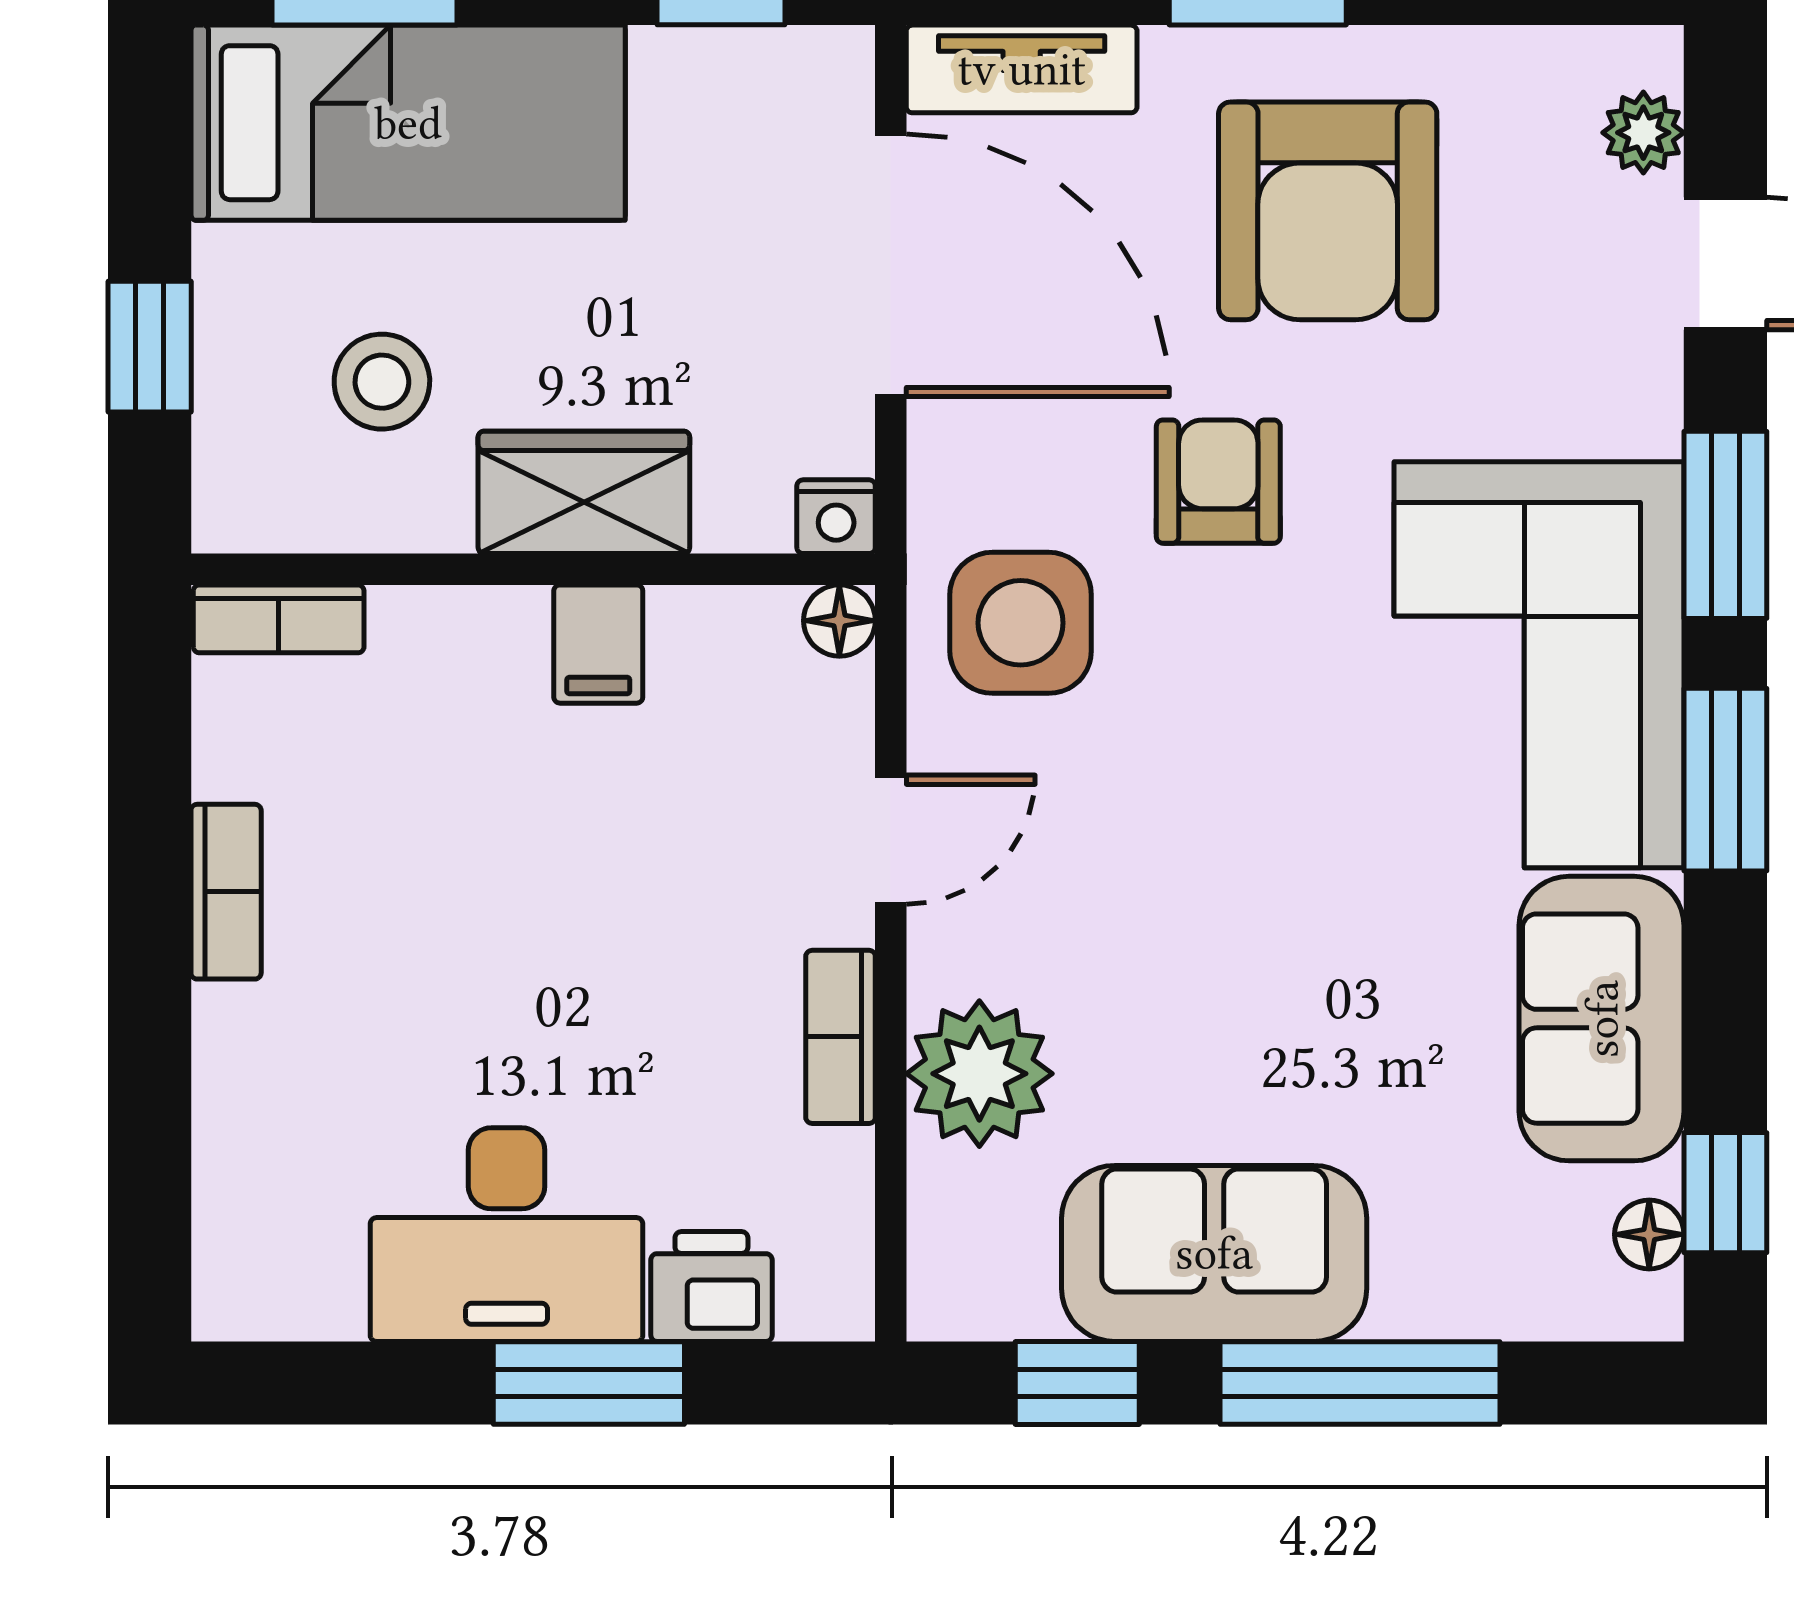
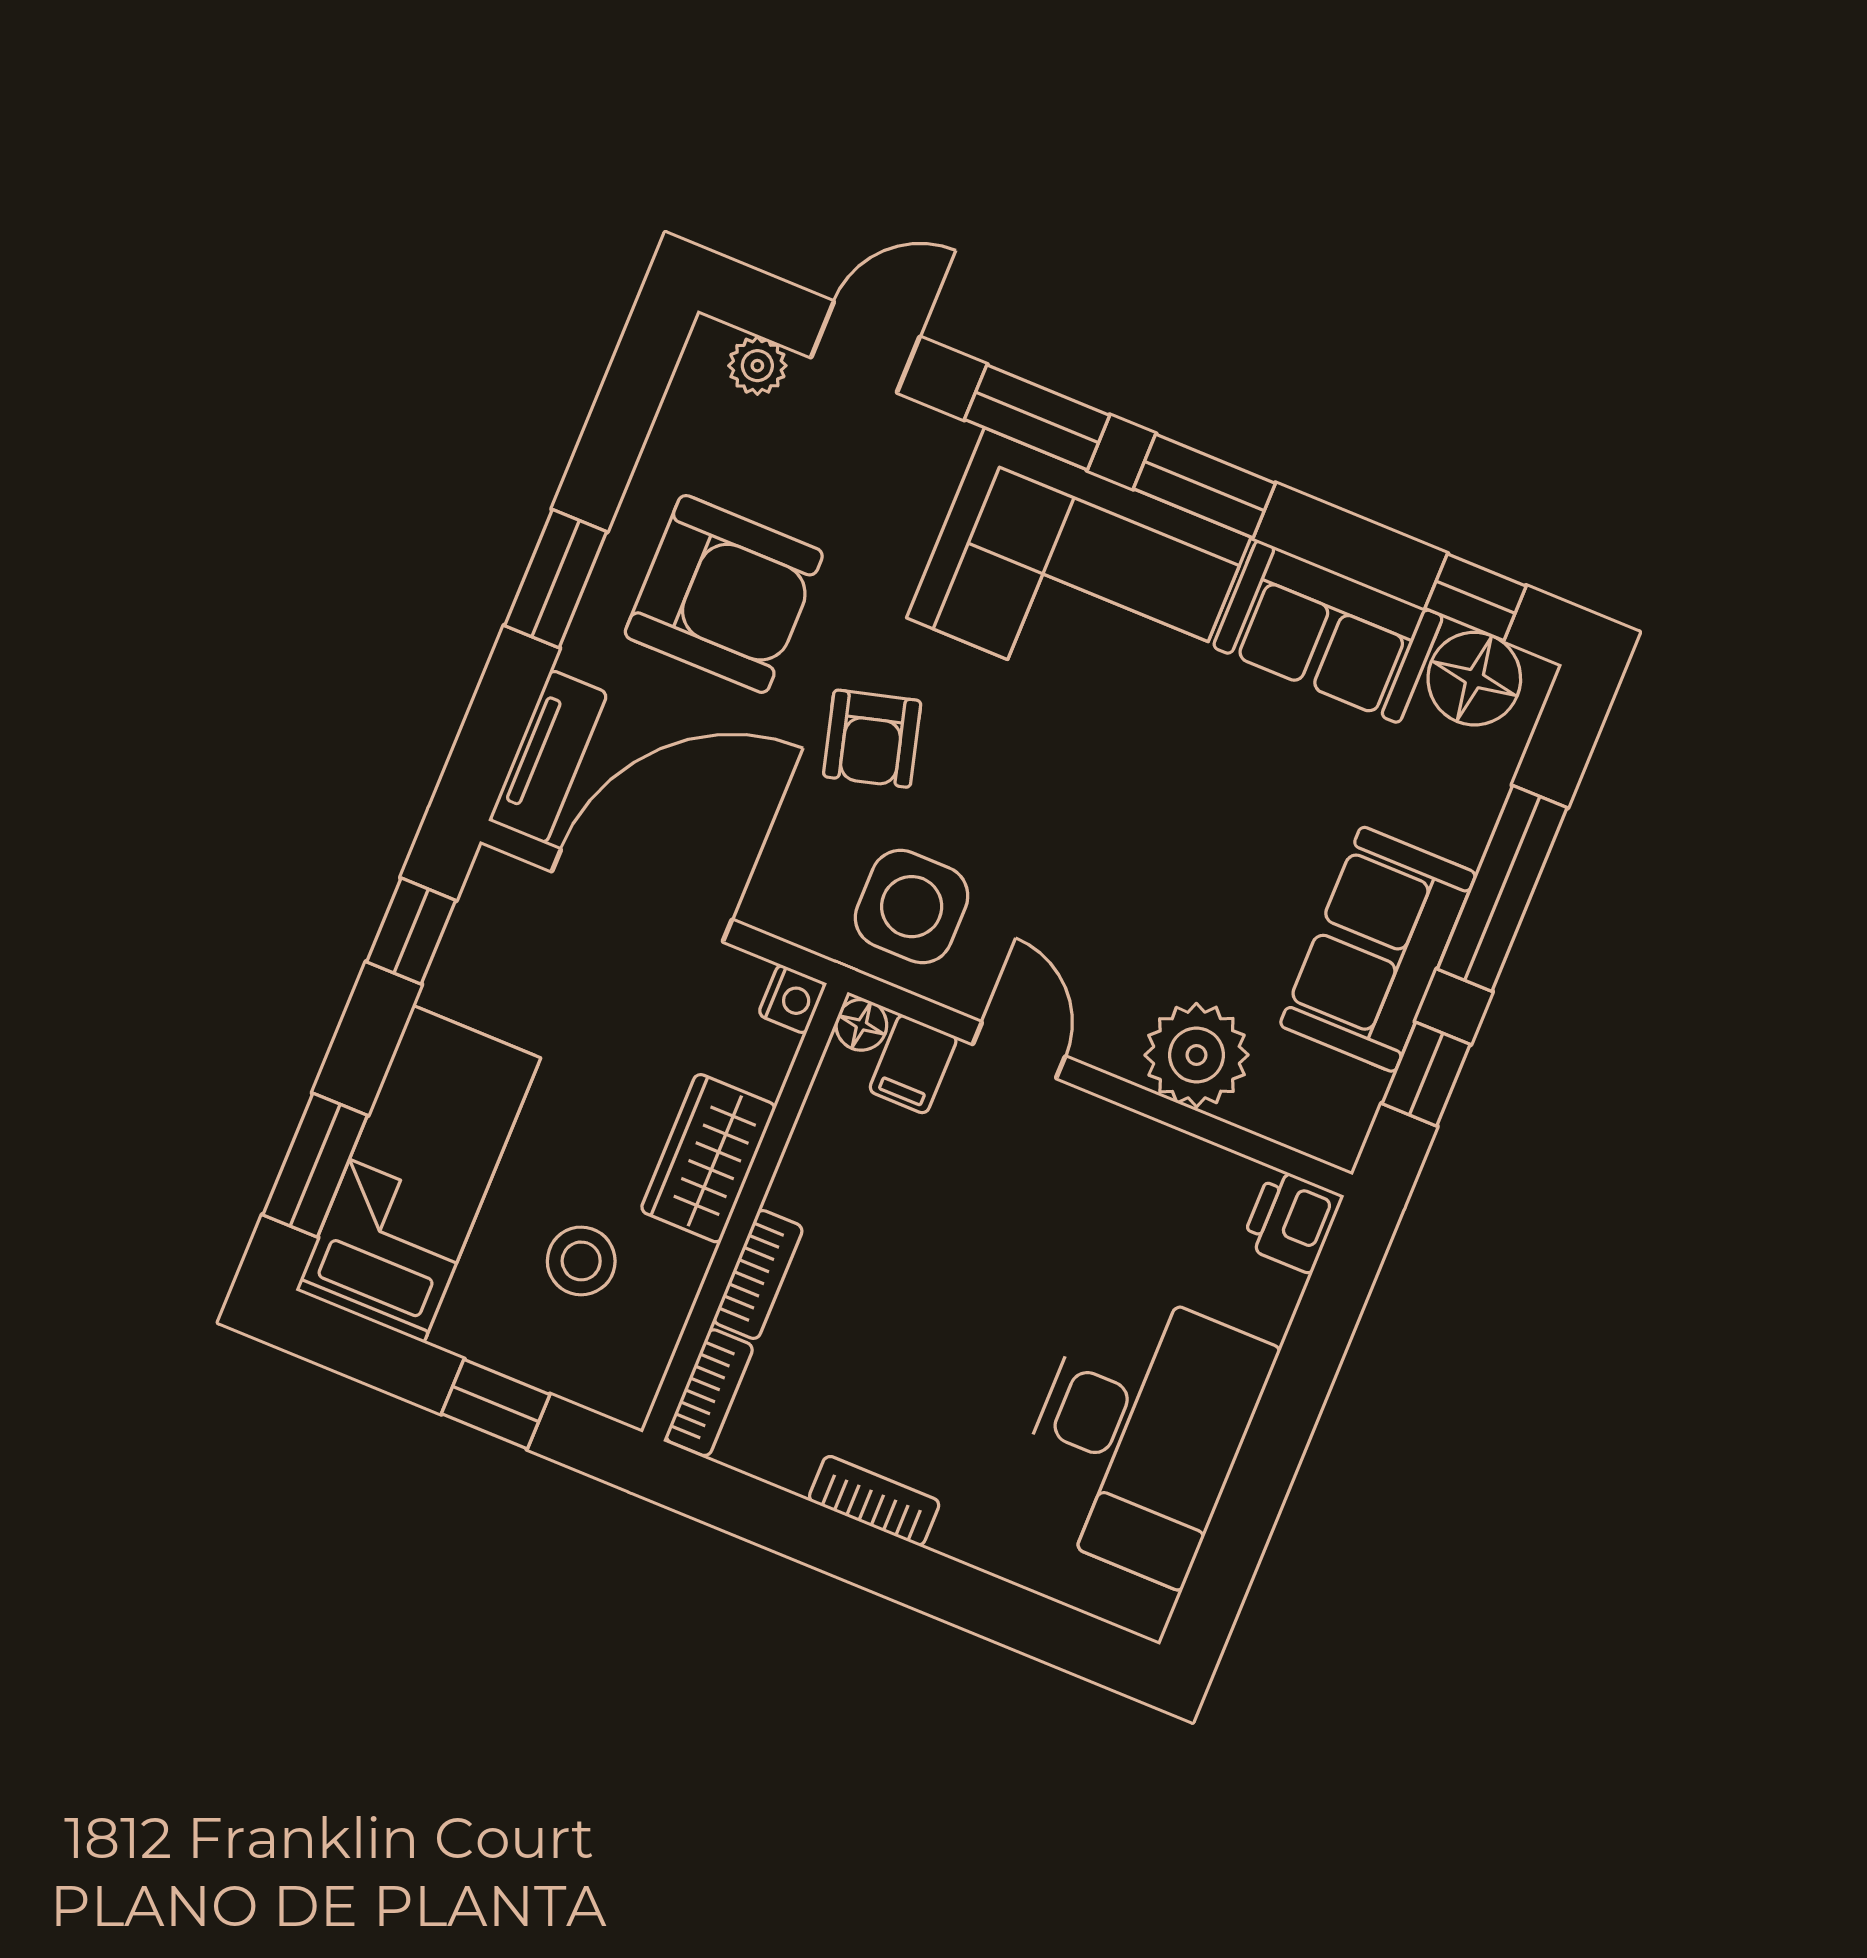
armchair: (1218, 482) -> (872, 739), turned -105
filing cabinet: (598, 644) -> (913, 1064), moved, turned 90
bookcase: (841, 1037) -> (758, 1274), moved, turned -90
floor lamp: (1649, 1234) -> (1474, 679), width x1.89, depth x1.89
desk: (507, 1235) -> (1140, 1433), width x1.36, depth x1.30
printer: (711, 1287) -> (1292, 1220), moved
window: (589, 1383) -> (1295, 1395), removed

